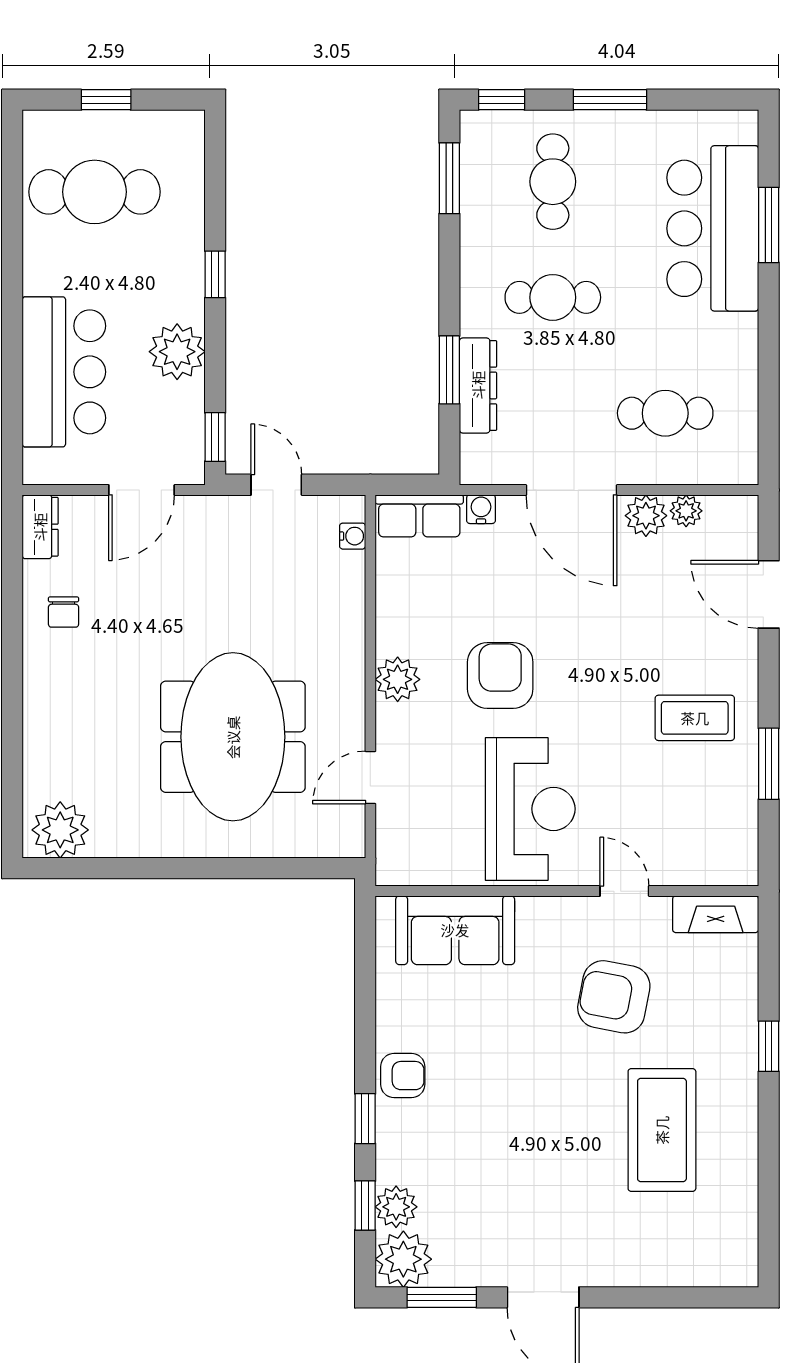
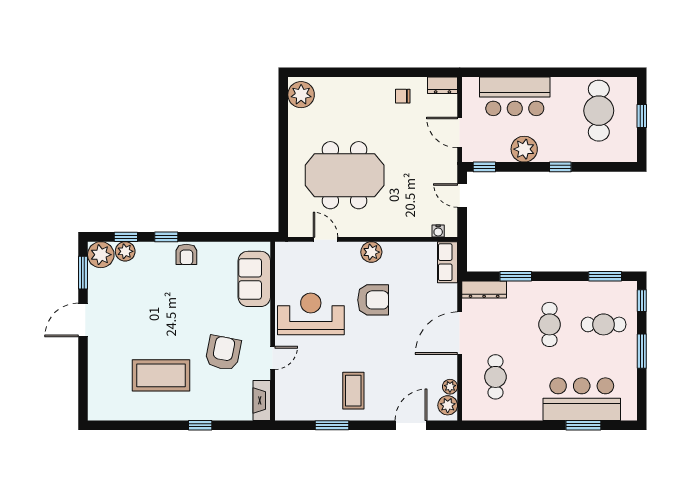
dresser: (478, 385) -> (484, 290), moved
door: (276, 485) -> (462, 195), swing flipped
water cooler: (481, 509) -> (451, 291), removed
plant: (646, 516) -> (448, 405), moved
reception desk: (530, 809) -> (311, 314), turned 180

